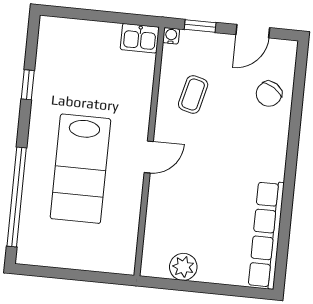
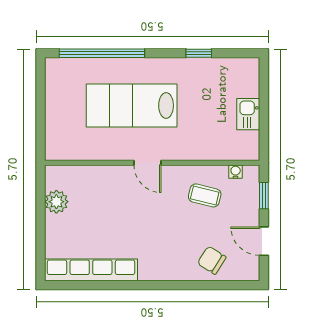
water cooler: (171, 36) -> (236, 172), moved, turned -90
kitchen sink: (140, 38) -> (248, 114), moved

